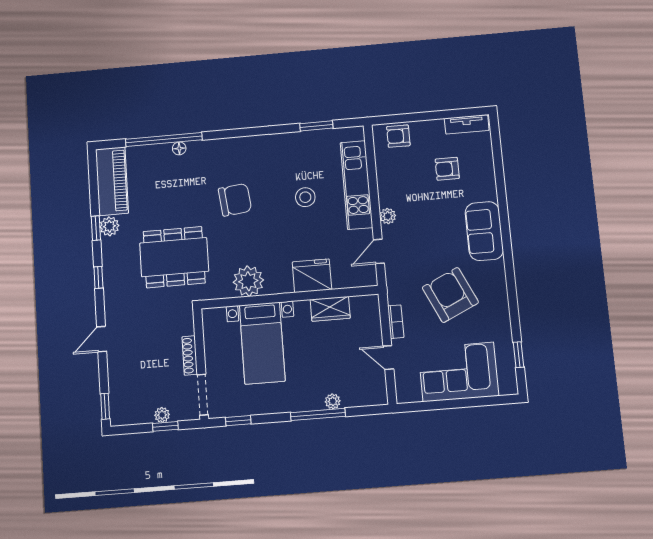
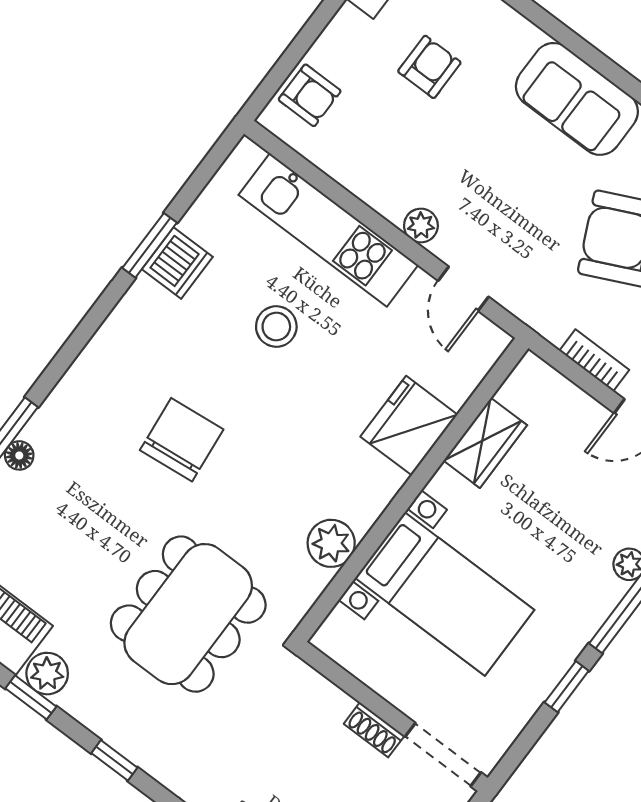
window: (316, 126) -> (150, 245), moved
armchair: (398, 136) -> (310, 95), turned -90
dishwasher: (297, 143) -> (177, 263), added
armchair: (447, 169) -> (429, 67), turned 180
plant: (248, 281) -> (331, 543), width x0.73, depth x0.73
shoe rack: (190, 355) -> (374, 730), width x0.70
window: (238, 421) -> (567, 687), moved

